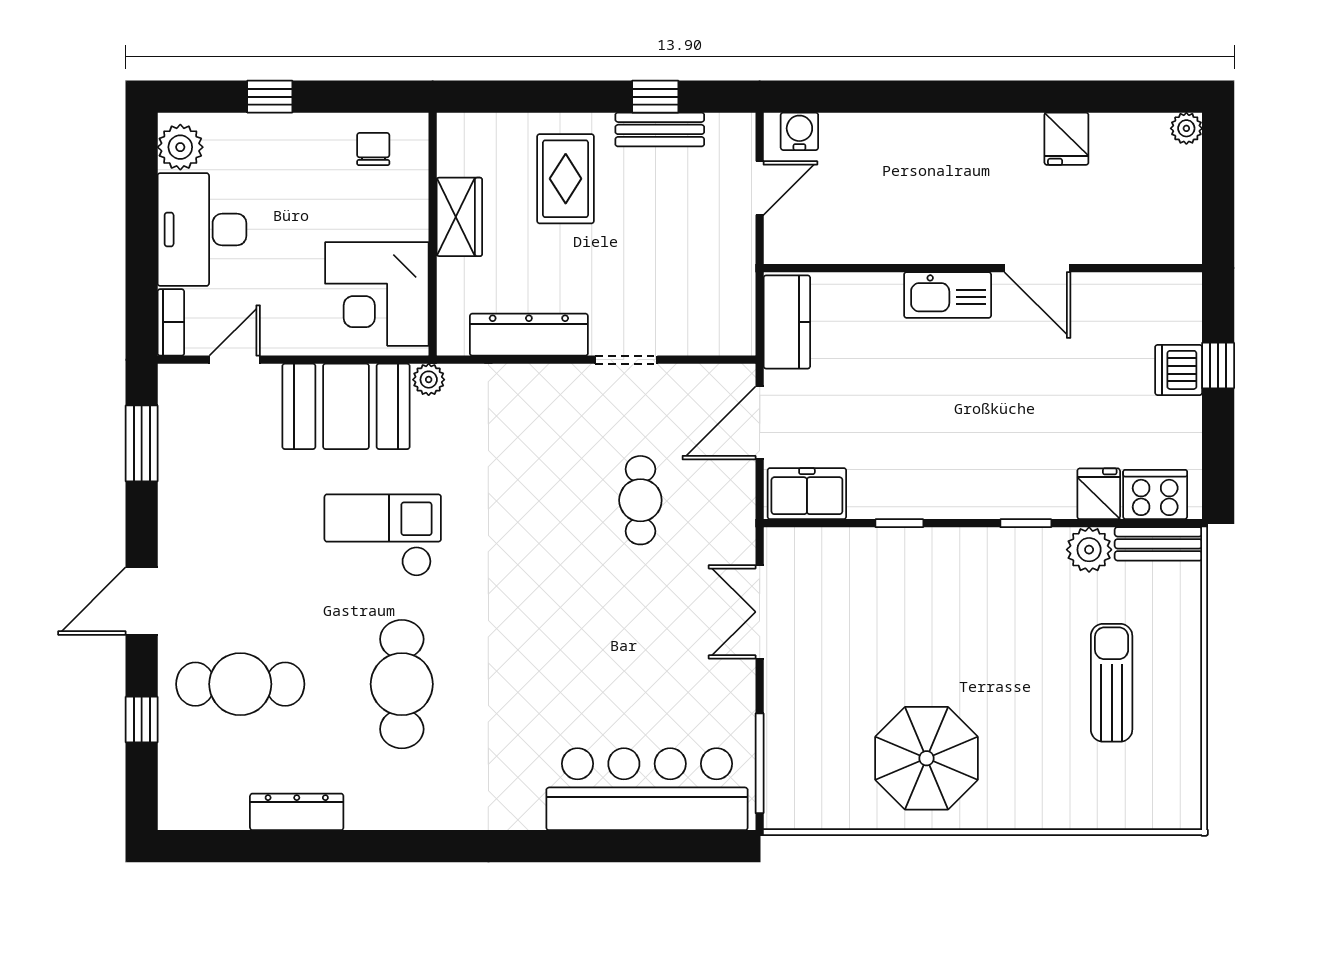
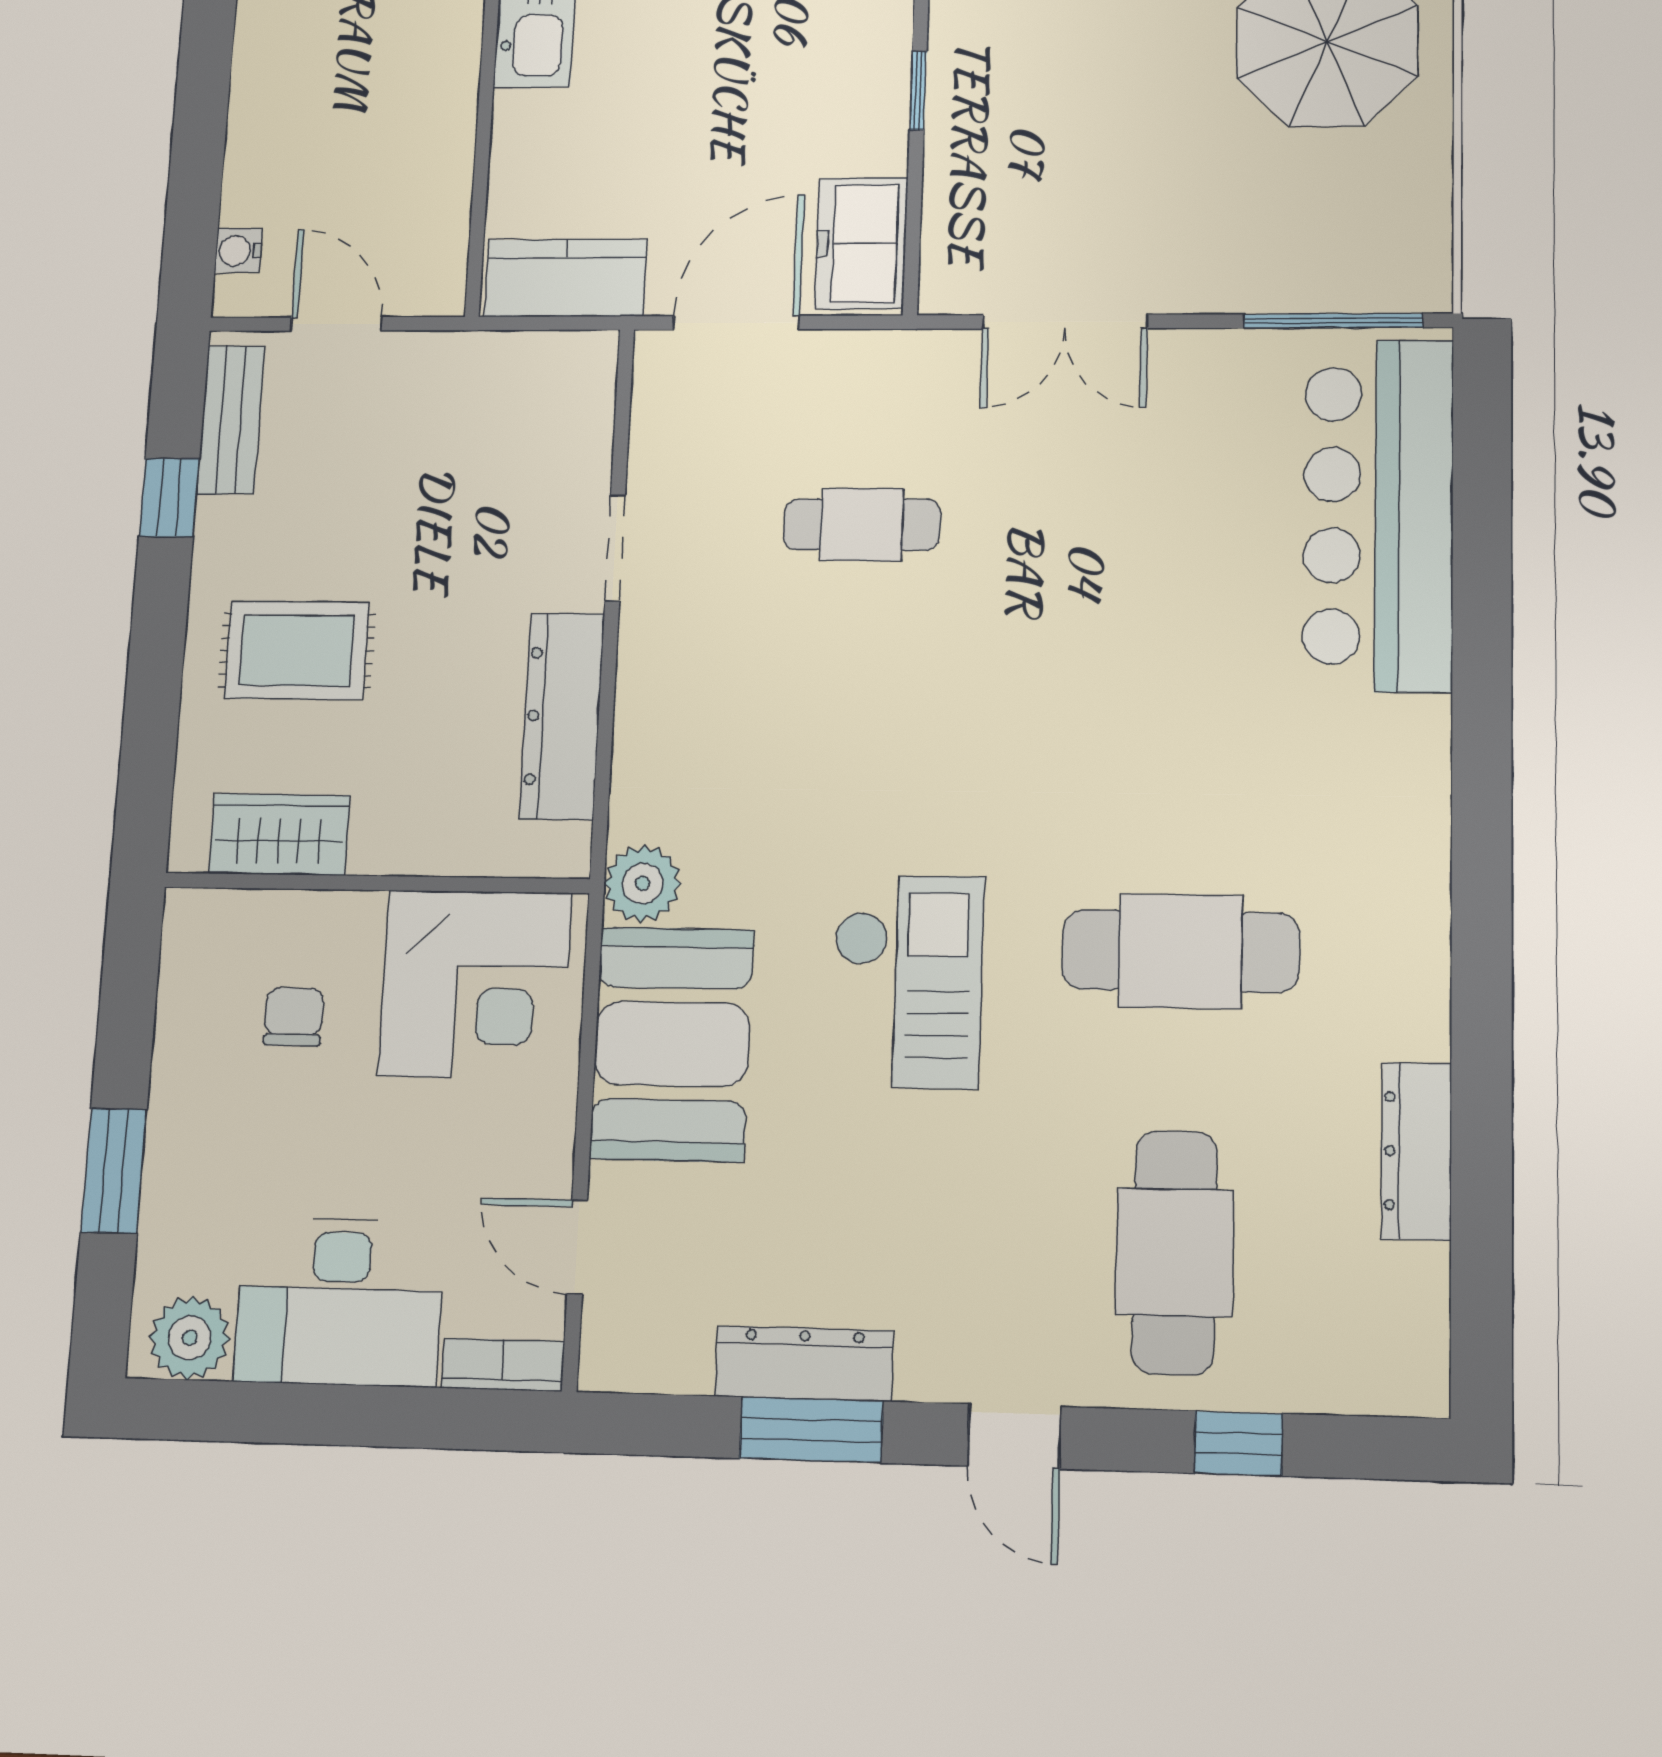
window: (270, 97) -> (114, 1171), width x1.50
bench: (660, 129) -> (231, 420), moved
water cooler: (799, 131) -> (238, 251), width x0.72, depth x0.72
chair: (373, 149) -> (294, 1017), moved, turned 90
wardrobe: (459, 217) -> (279, 835), moved
plant: (429, 380) -> (643, 883), width x1.38, depth x1.38
door: (760, 423) -> (736, 323), swing flipped
window: (142, 443) -> (811, 1430), moved
dresser: (176, 487) -> (804, 1364), added
checkout: (383, 535) -> (907, 981), turned 180
door: (142, 601) -> (1014, 1436), width x0.73

